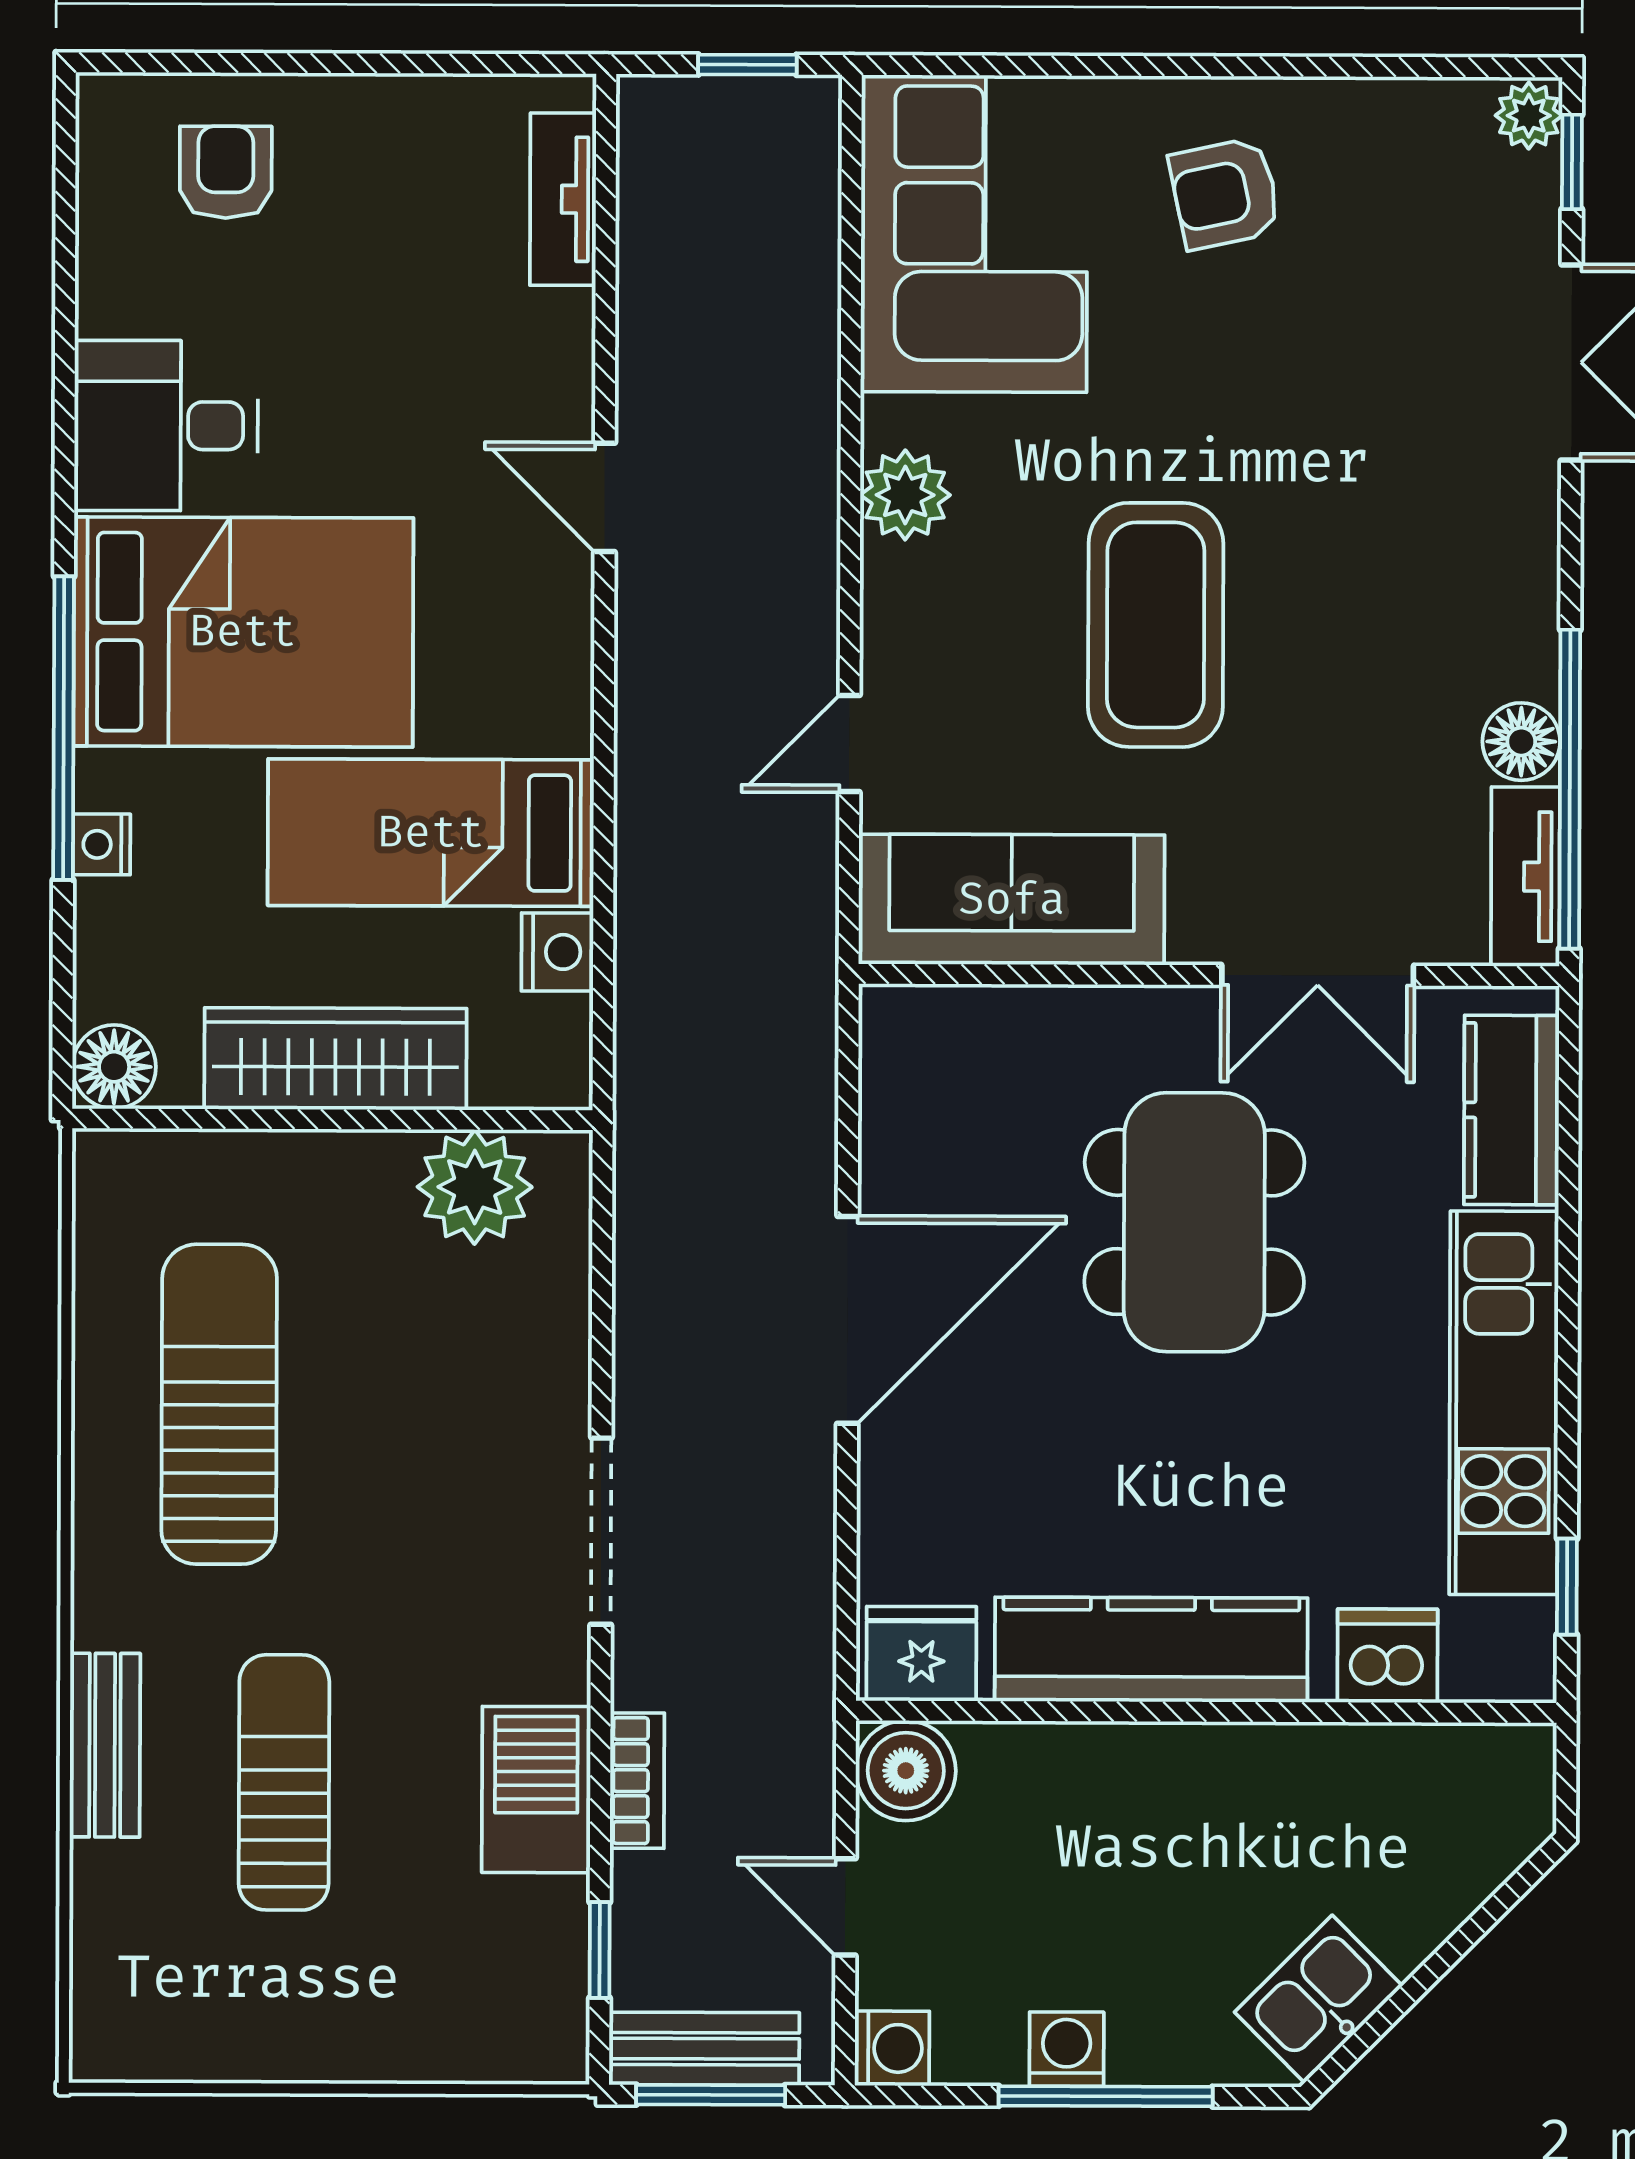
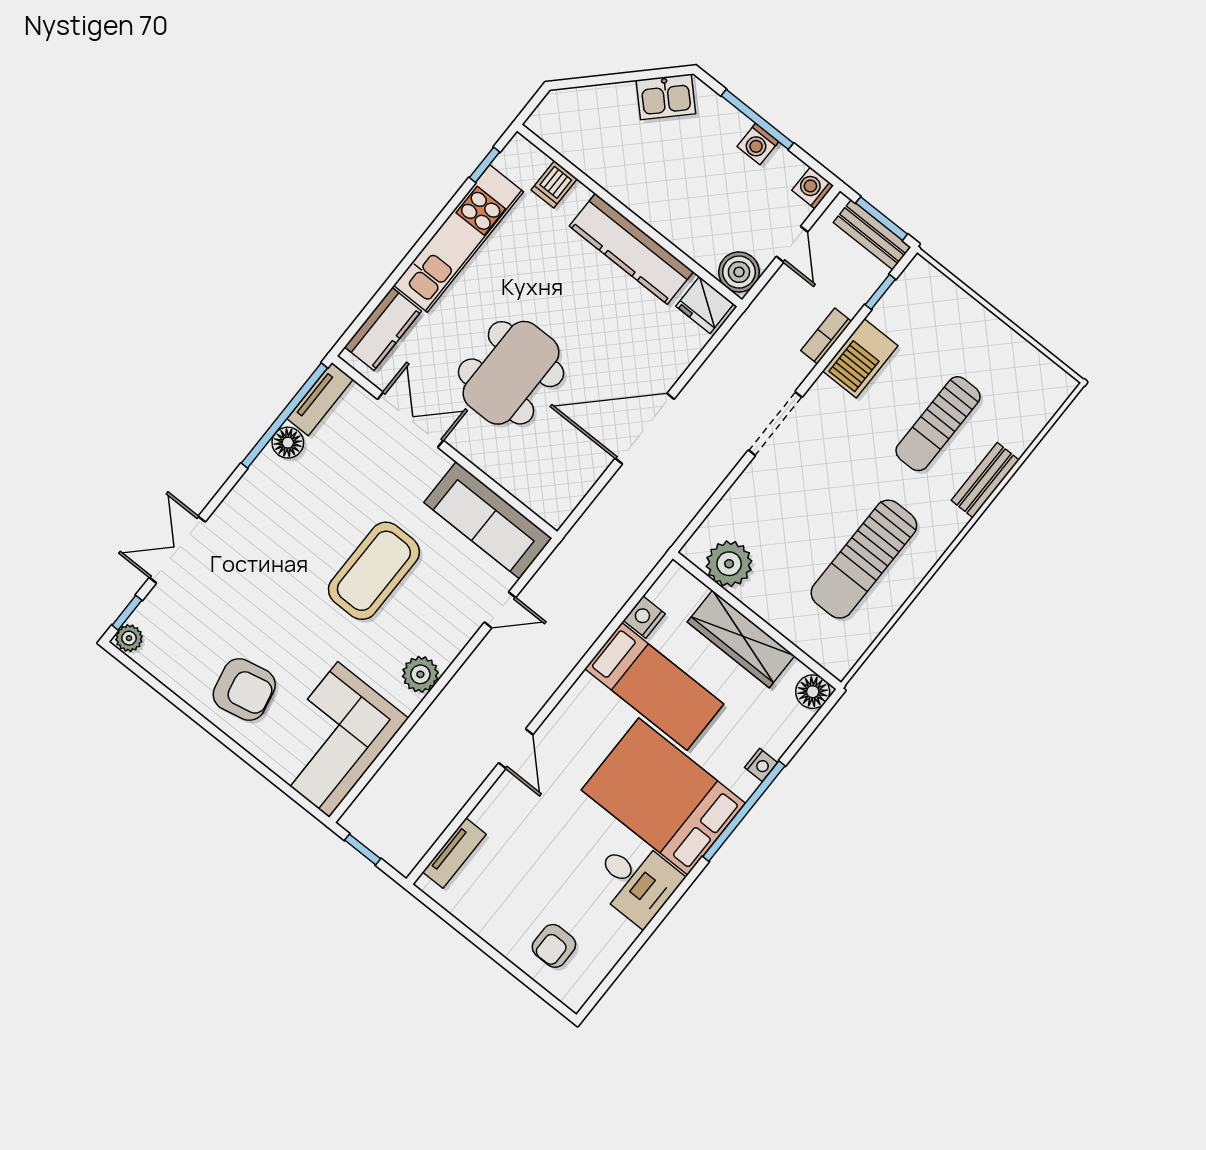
armchair: (1225, 193) -> (244, 690), width x1.38, depth x1.38
dishwasher: (1387, 1656) -> (554, 184), width x0.73

